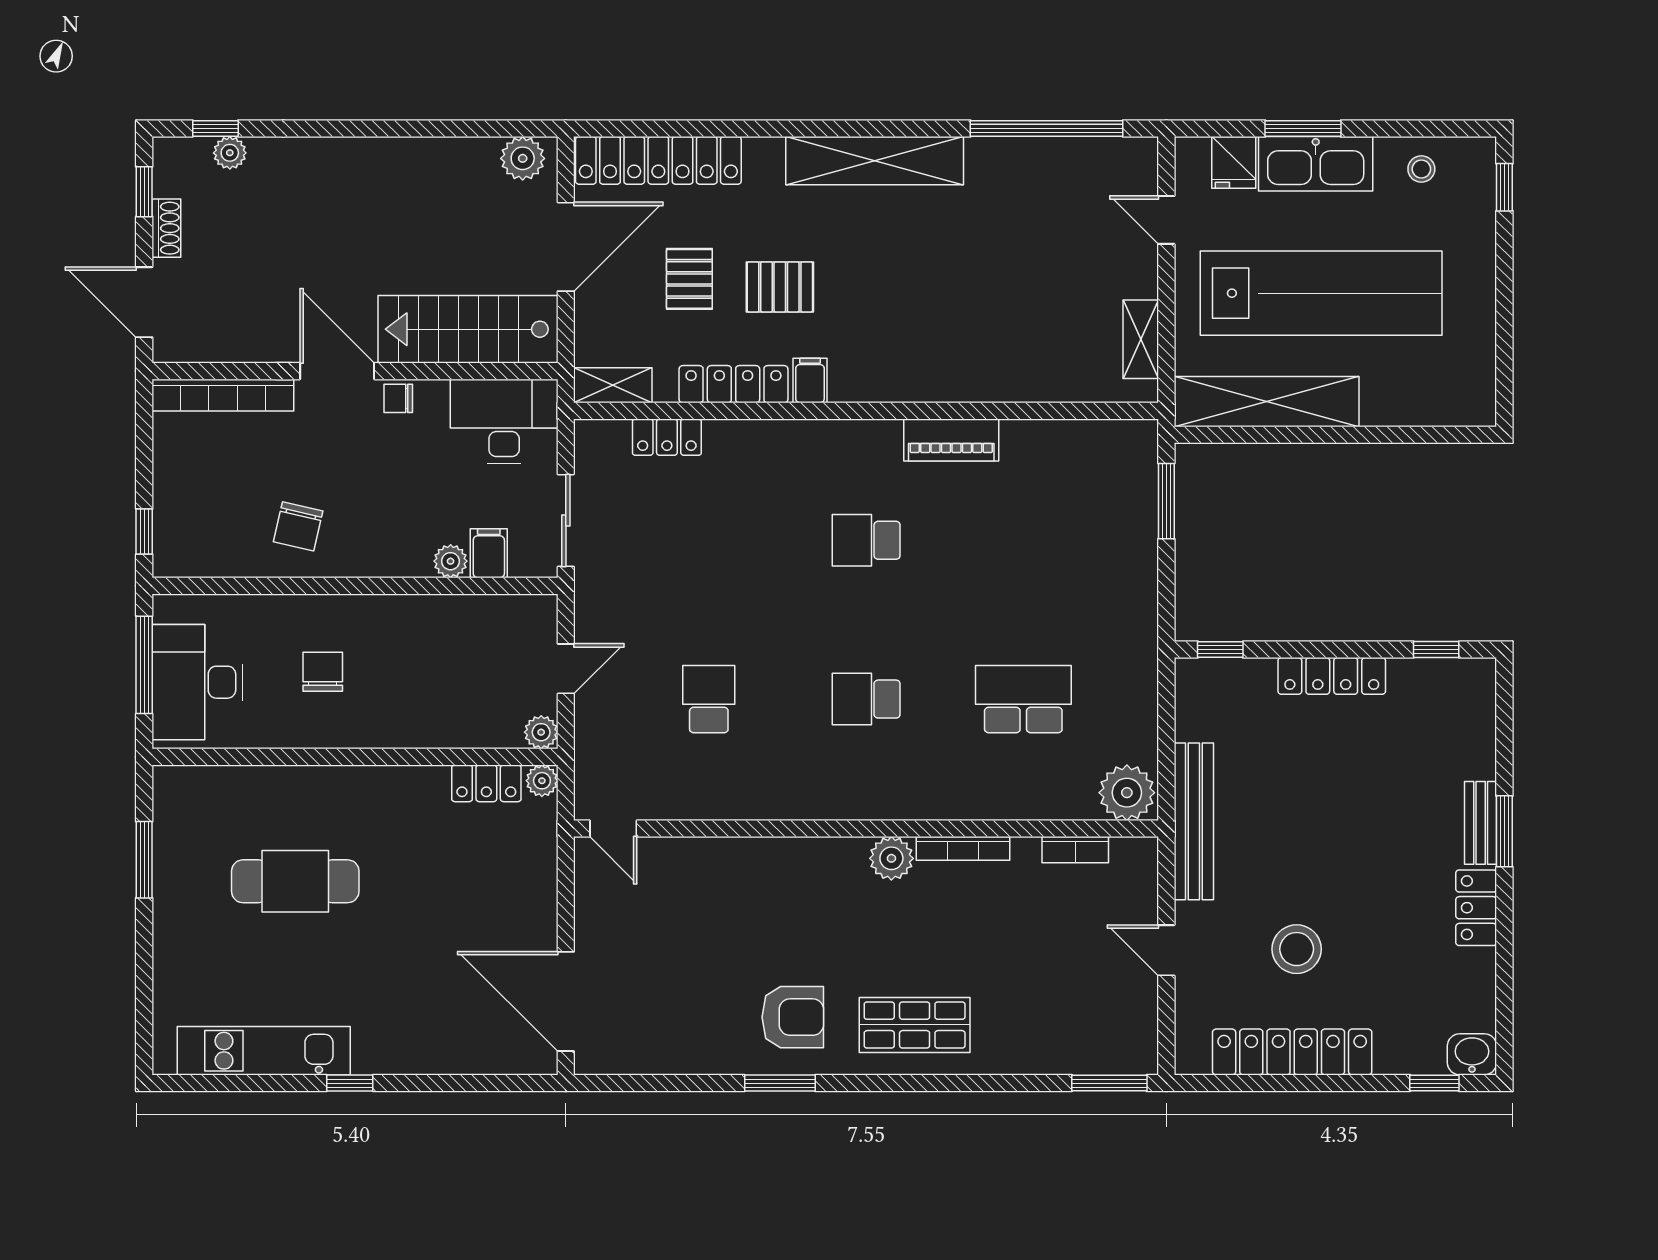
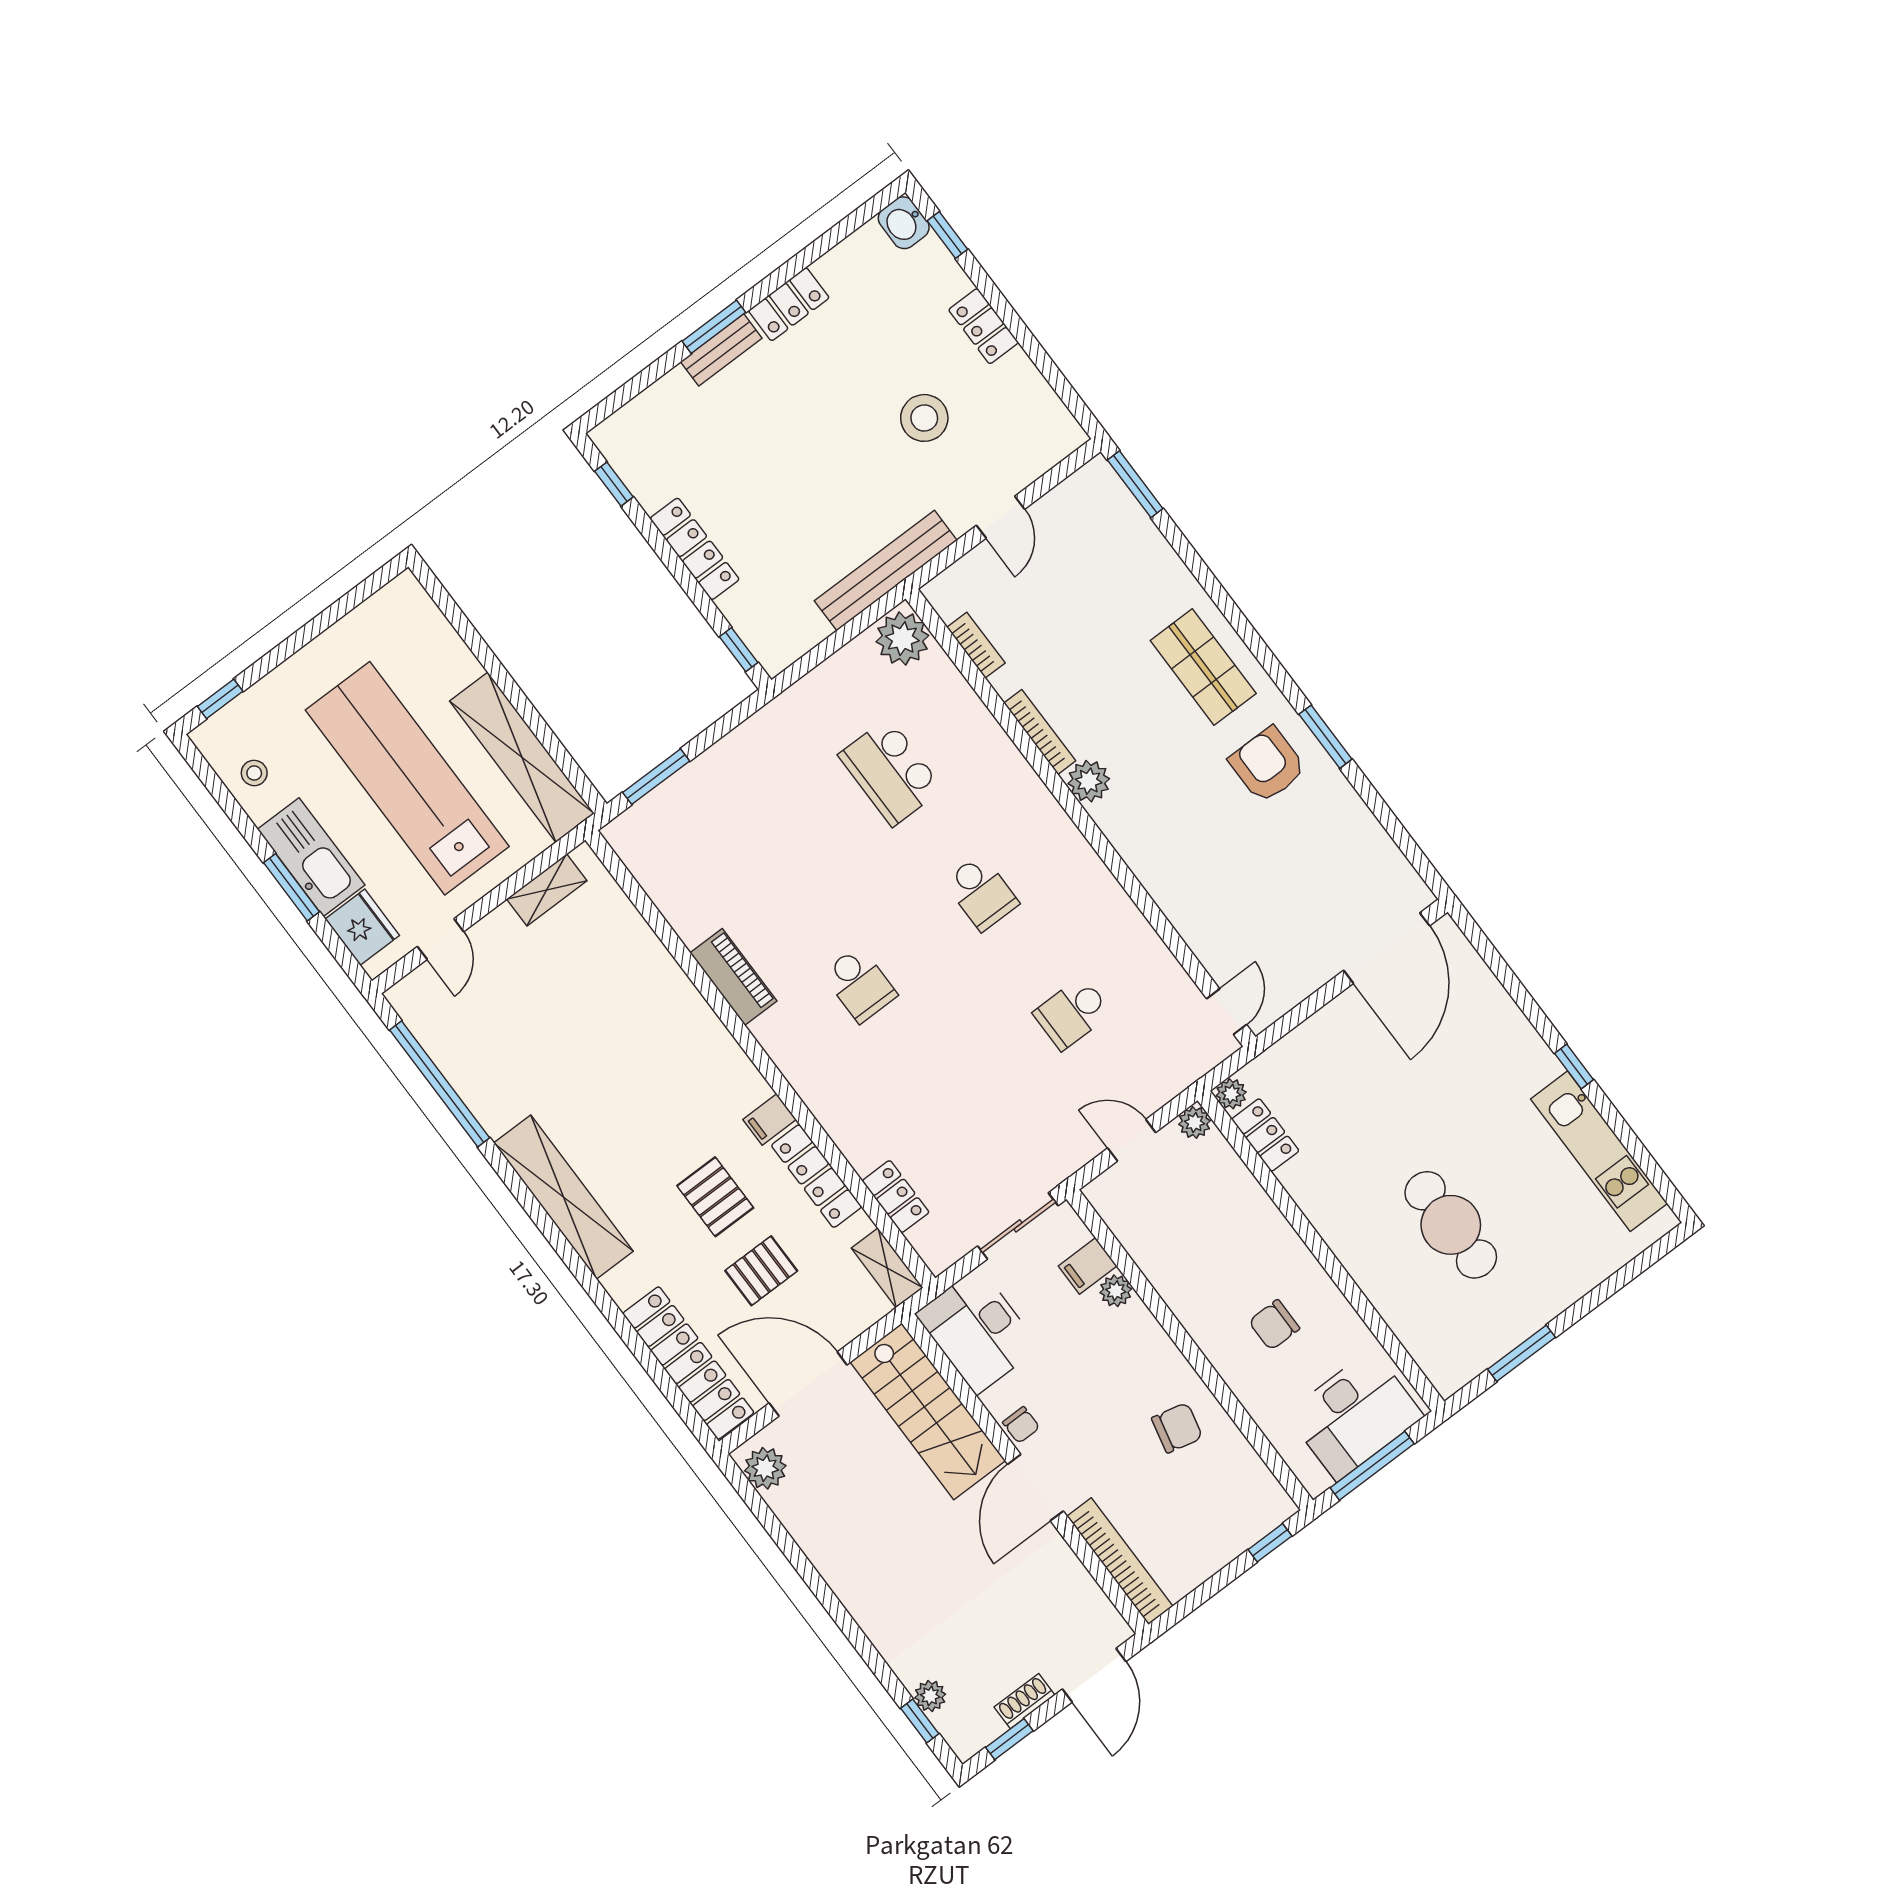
fridge: (1234, 162) -> (362, 927), width x1.38
locker: (1292, 1052) -> (984, 326), width x0.46, depth x0.83

